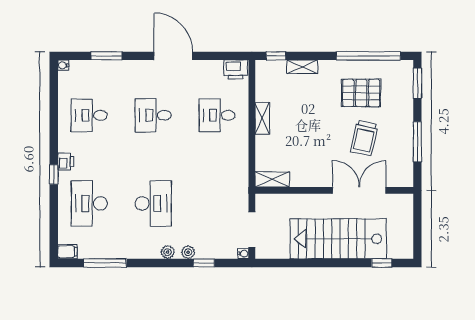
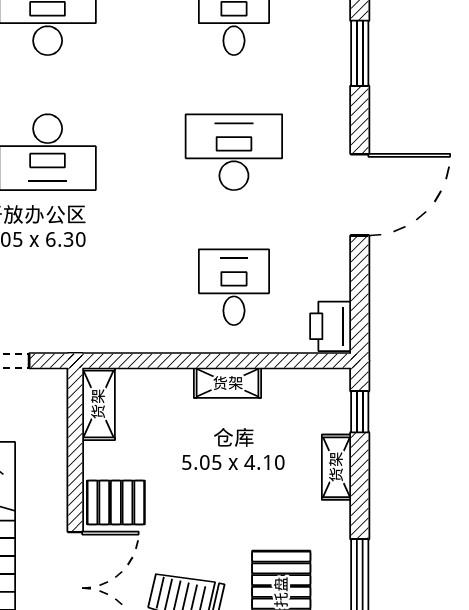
desk: (153, 115) -> (234, 152), width x1.37
pallet: (319, 171) -> (116, 502), added

